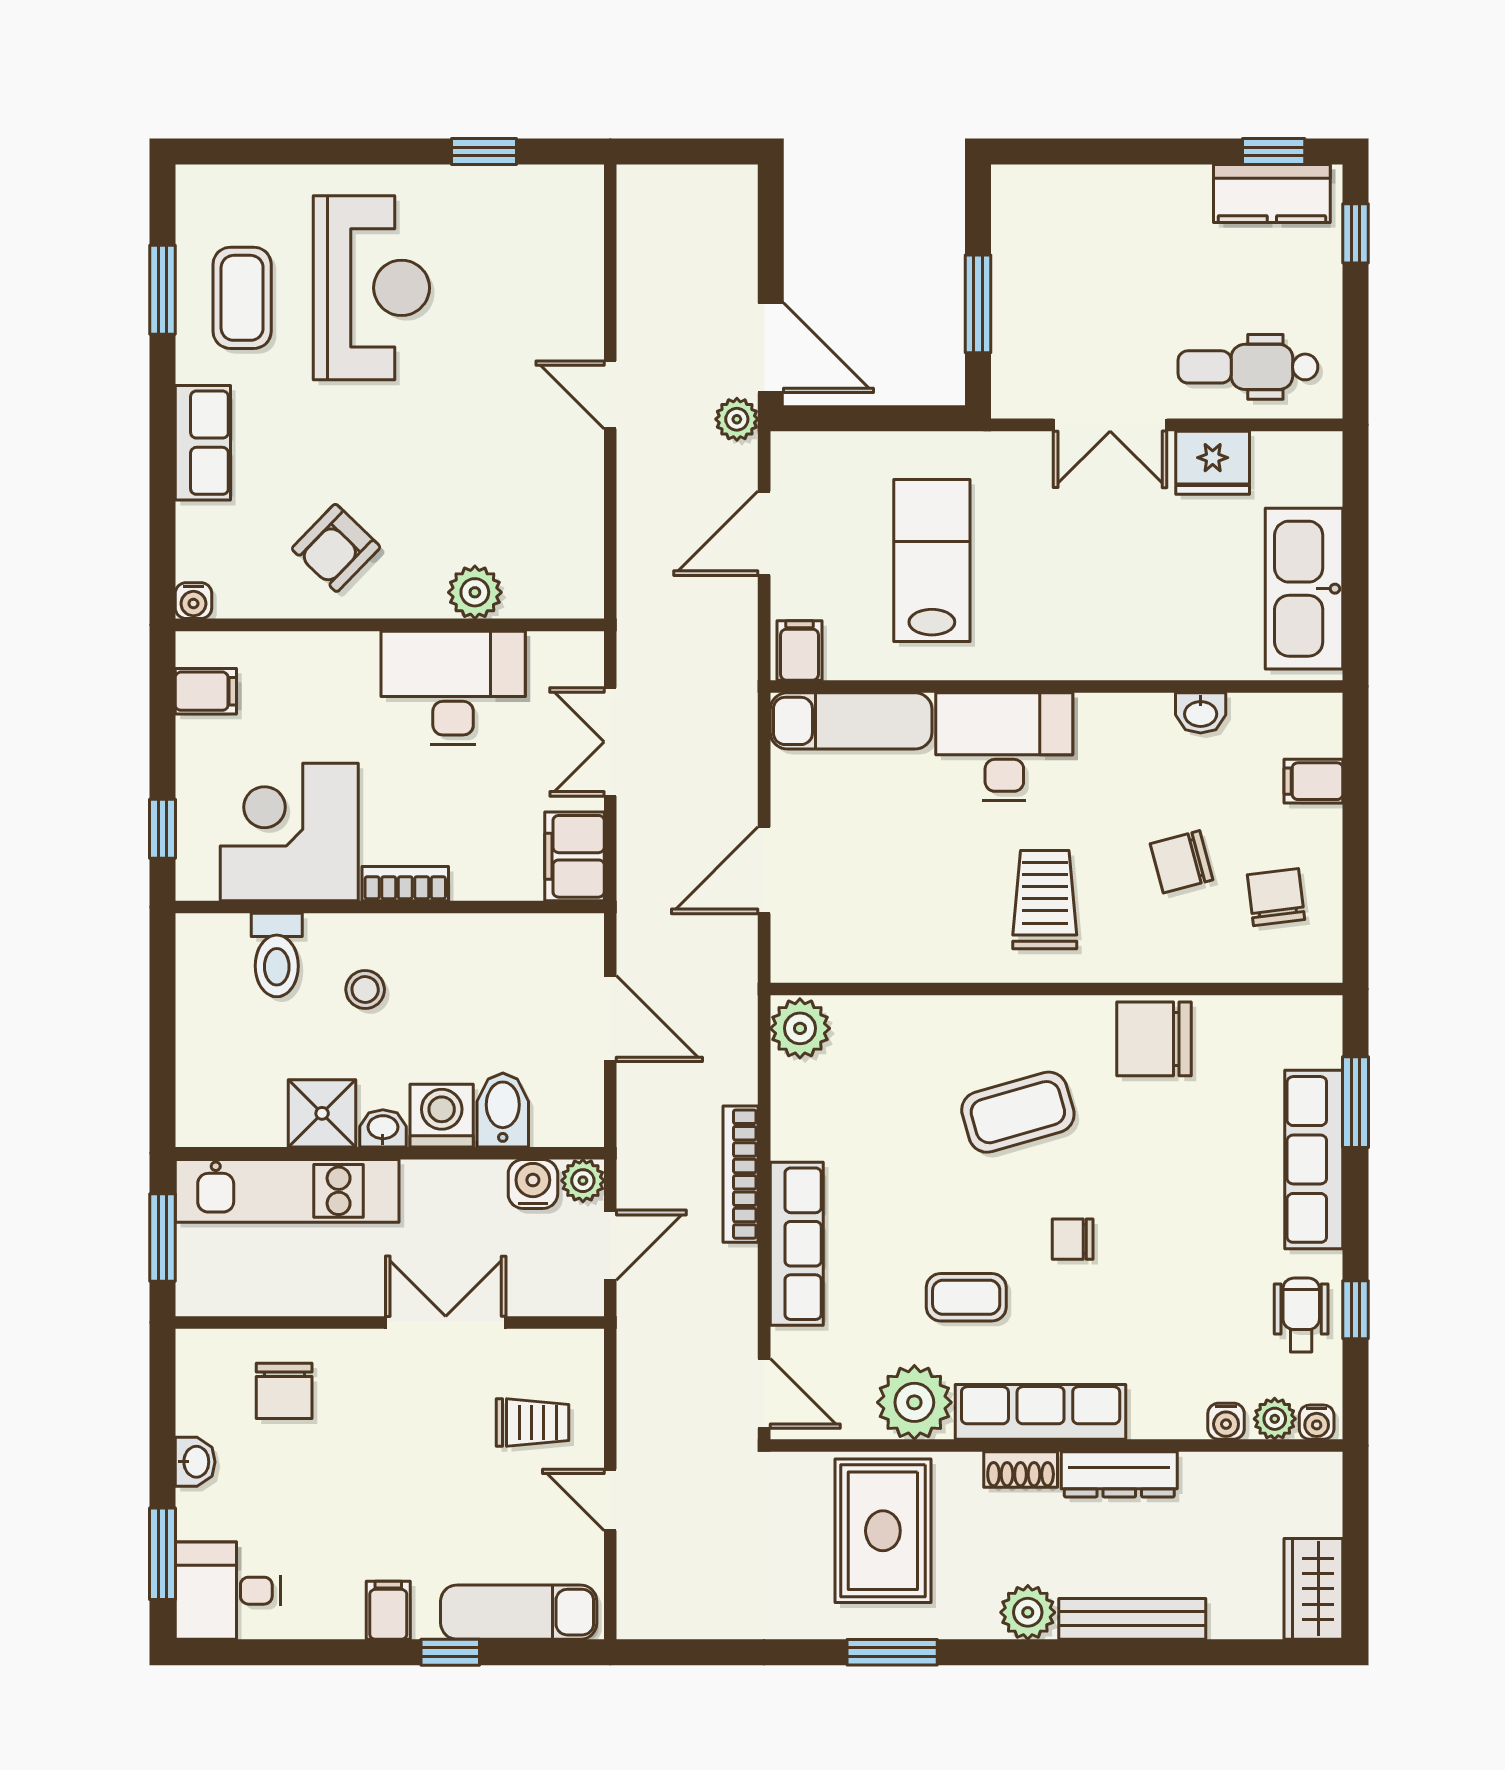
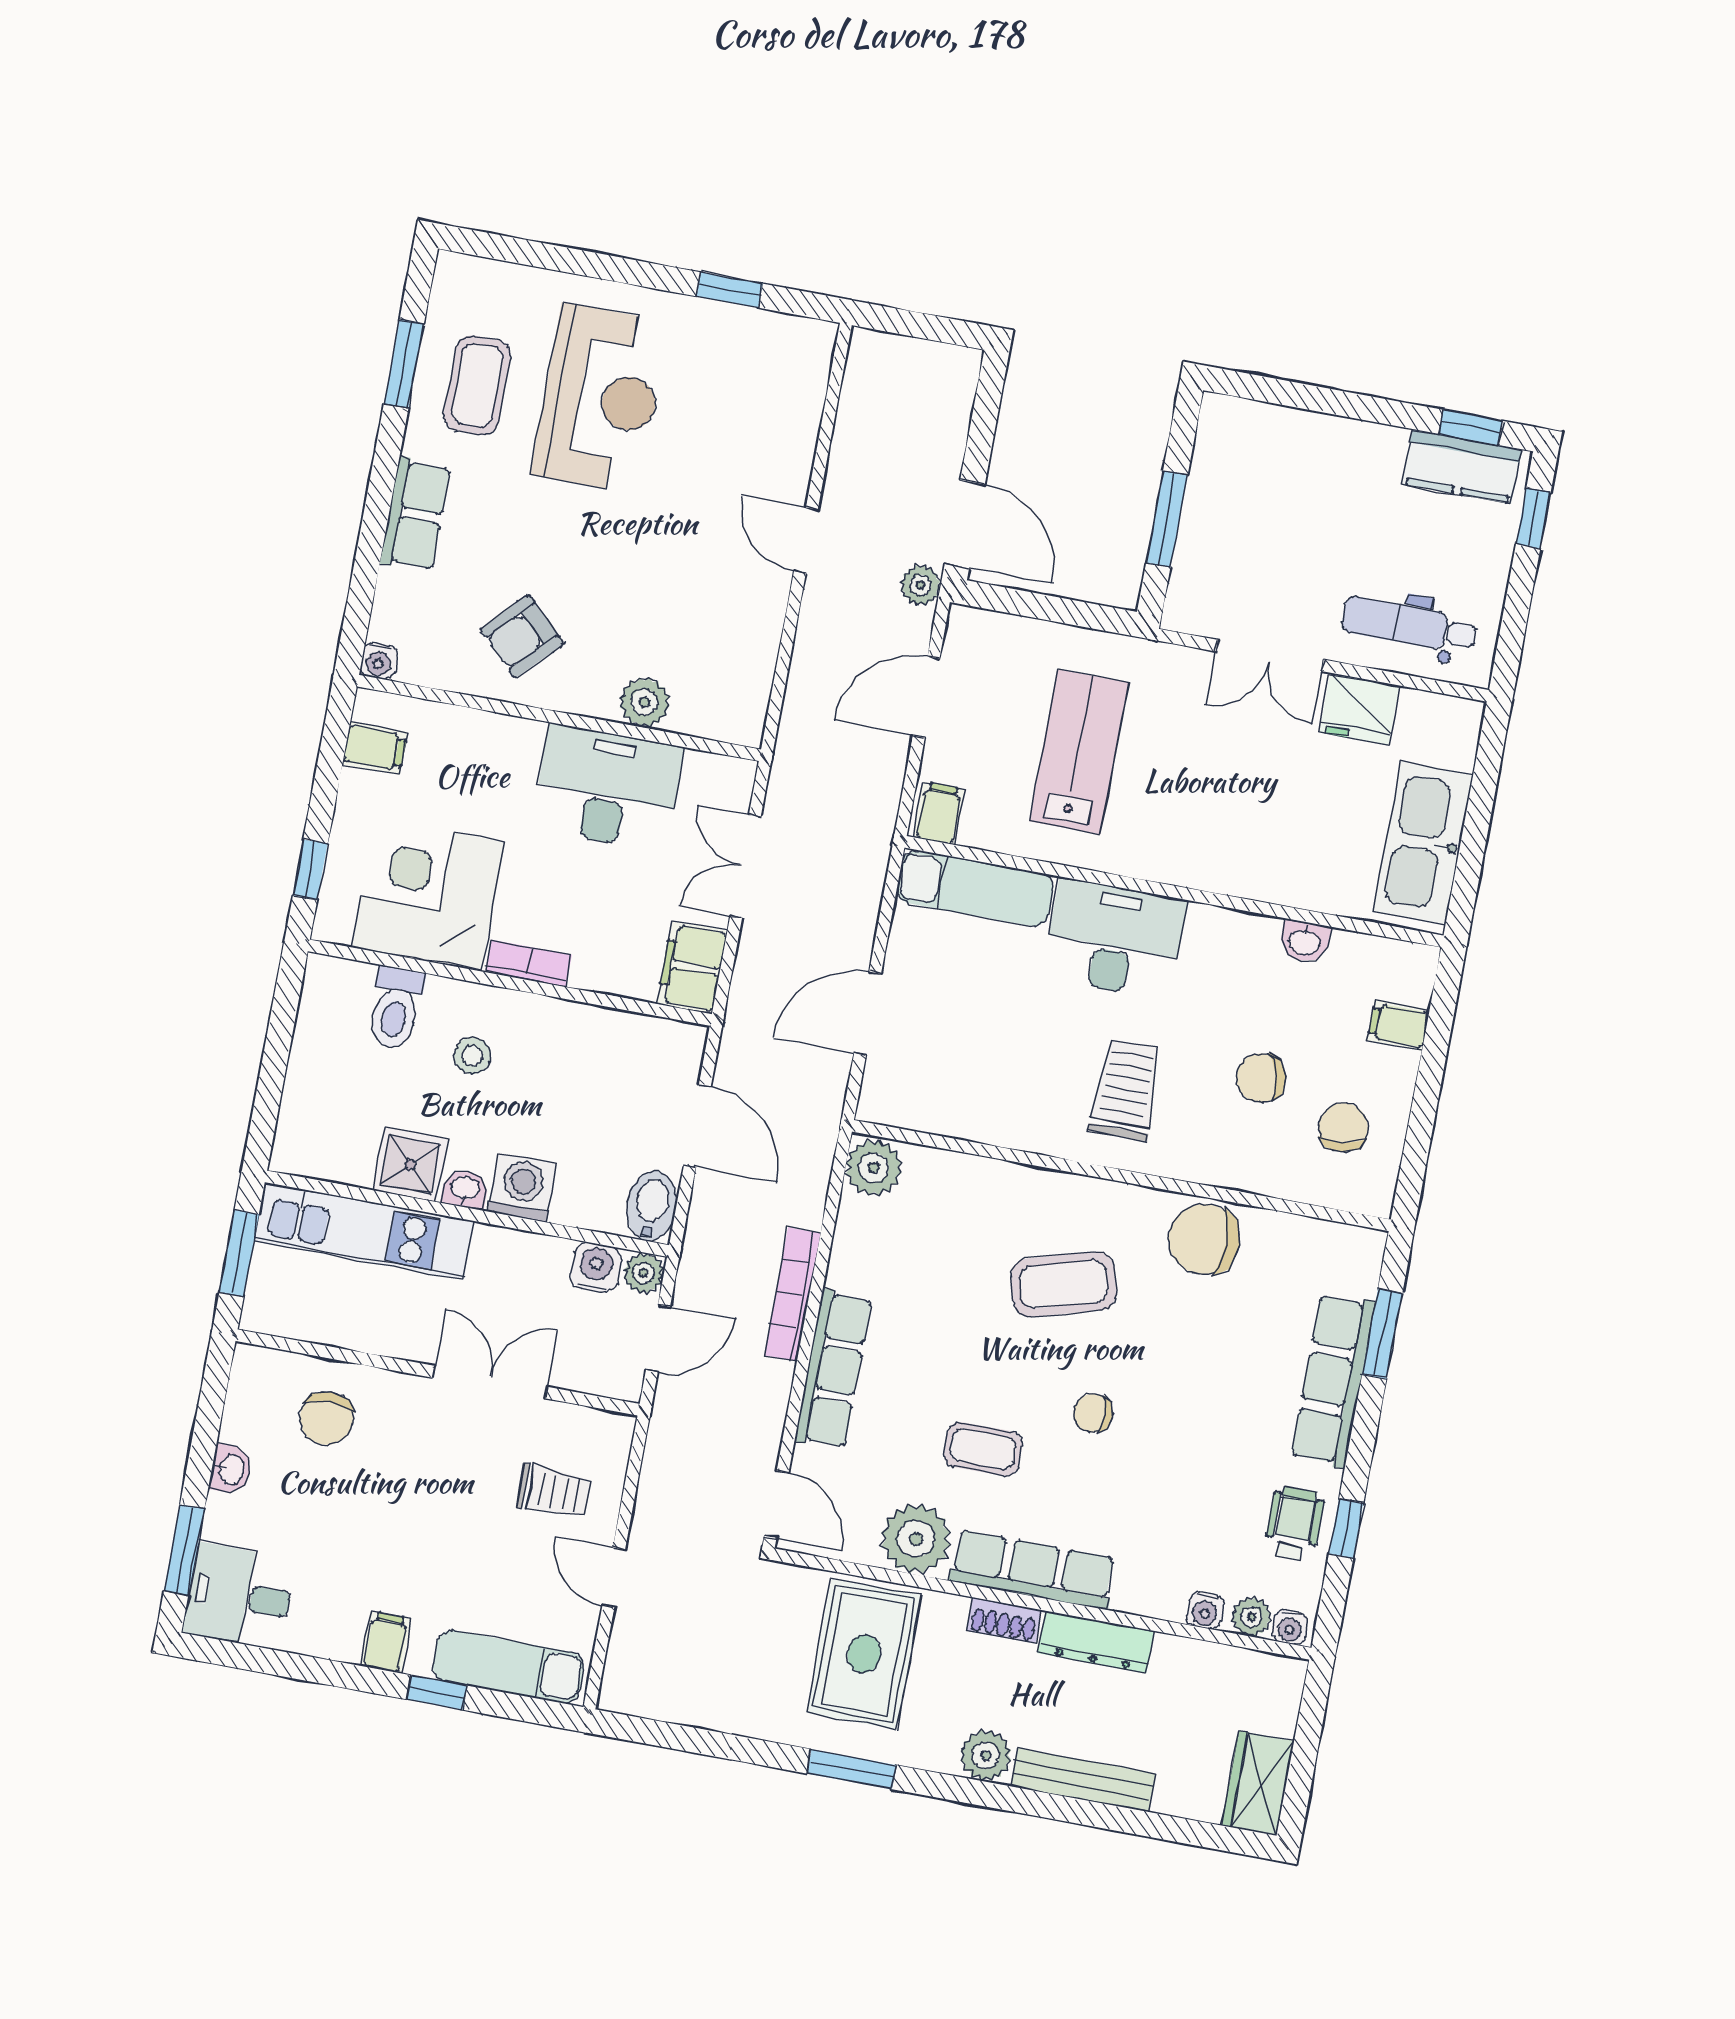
bidet: (503, 1110) -> (652, 1206), moved

